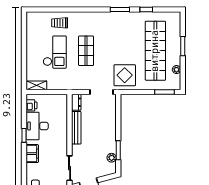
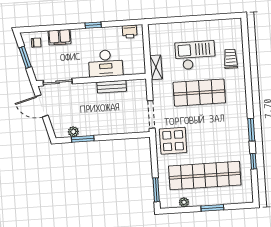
shop shelf: (86, 51) -> (199, 93), width x1.43, depth x1.36
checkout: (55, 52) -> (195, 55), turned 180
shelving: (37, 85) -> (156, 67), moved
dresser: (76, 102) -> (137, 85), removed
desk: (37, 126) -> (106, 63), moved, turned 180
bench: (76, 128) -> (112, 87), width x0.73
filing cabinet: (32, 154) -> (60, 37), moved

